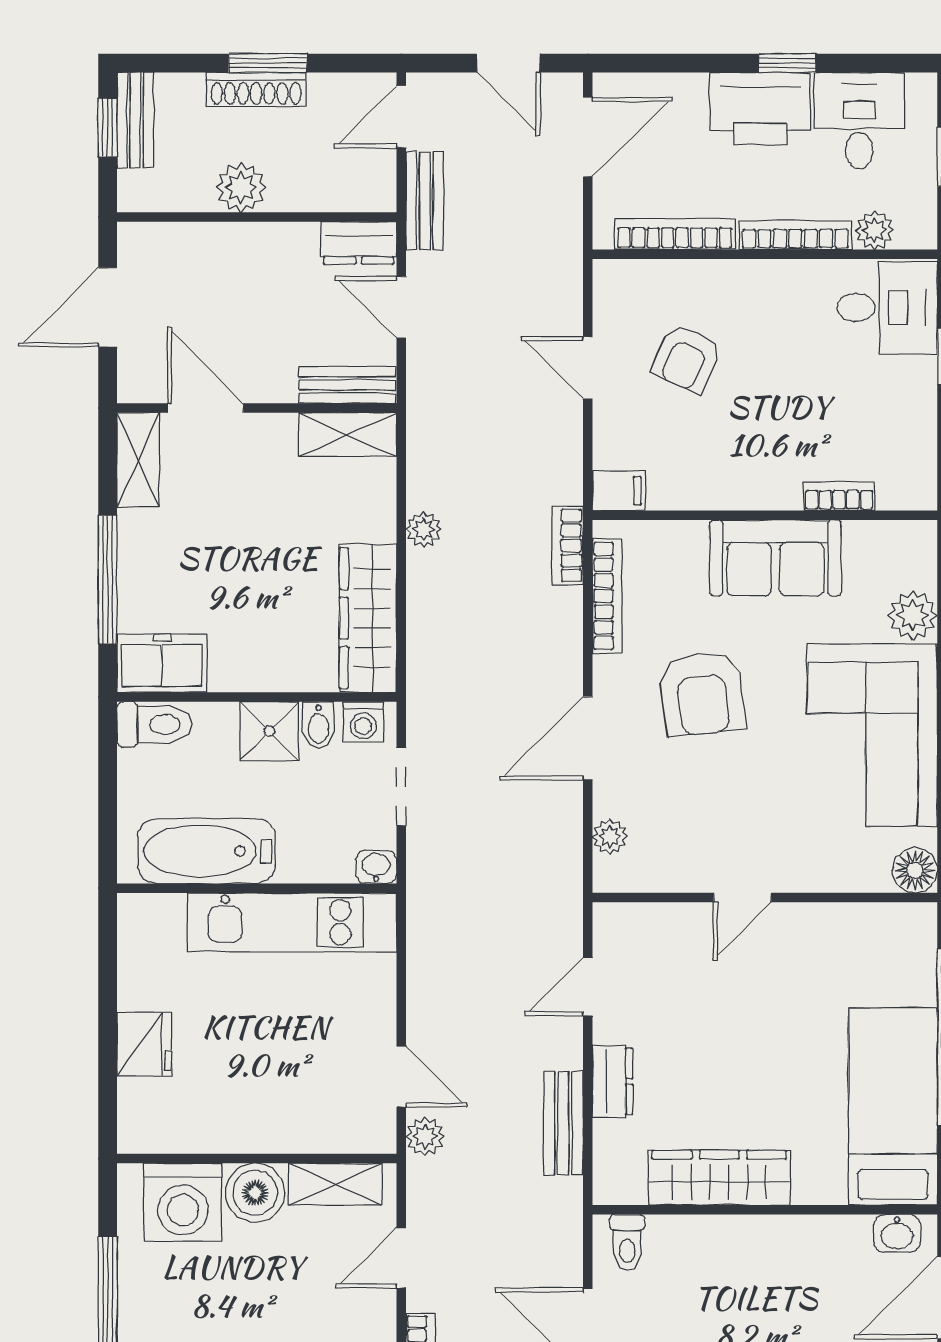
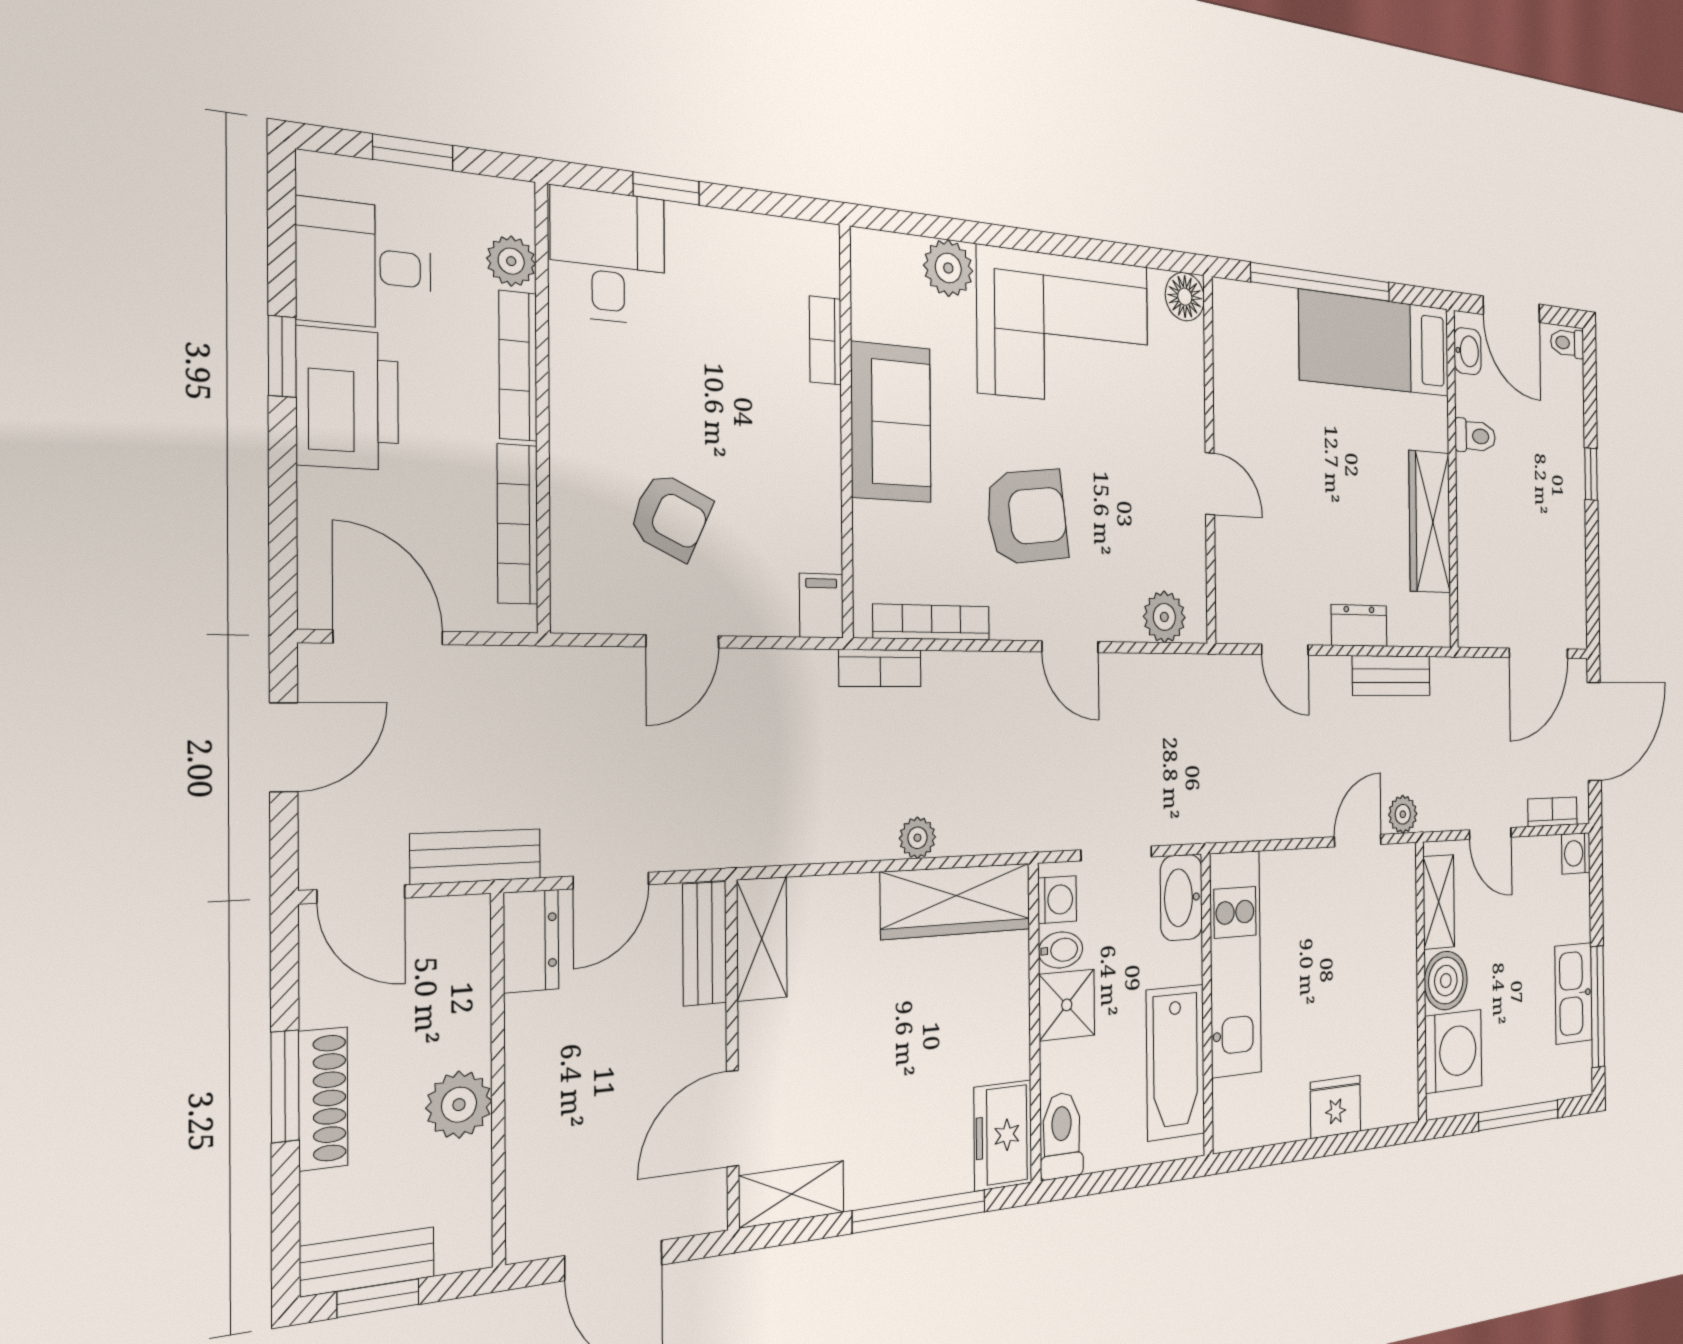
plant: (424, 529) -> (917, 838), moved
door: (588, 738) -> (1070, 647), width x0.73
plant: (610, 837) -> (1164, 617), width x1.38, depth x1.38
washbasin: (376, 867) -> (1181, 898), width x1.91, depth x1.45
toilet: (627, 1243) -> (1475, 436), moved

